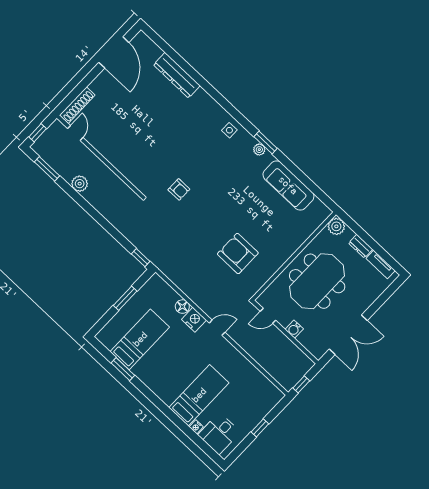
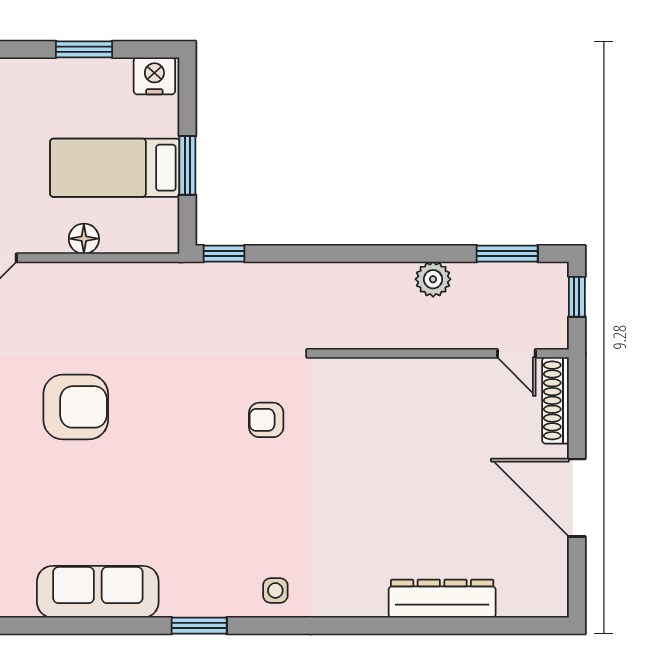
door: (114, 52) -> (577, 498), moved
plant: (259, 150) -> (198, 605), removed
nightstand: (194, 320) -> (154, 76), moved, turned 180
bed: (140, 339) -> (115, 168), moved, turned 90

